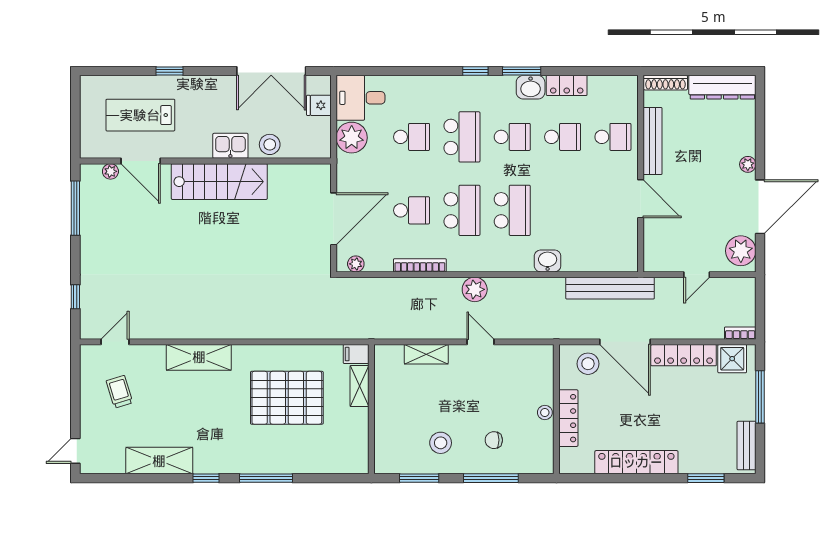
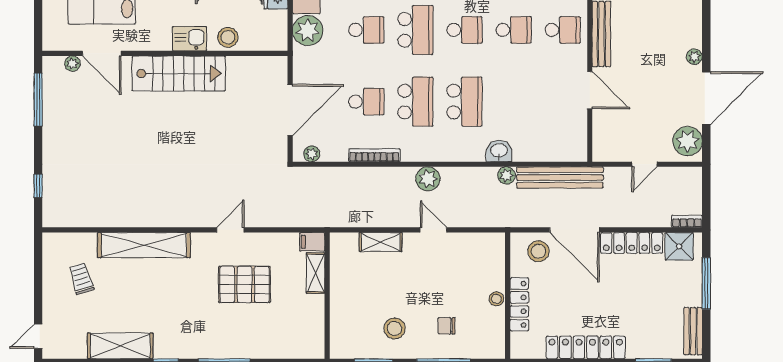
plant: (555, 286) -> (506, 175), added
door: (115, 342) -> (230, 230), moved
shelving: (199, 357) -> (144, 245), width x1.47
pallet: (287, 398) -> (245, 284), width x0.73, depth x0.71

